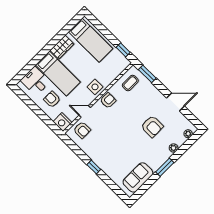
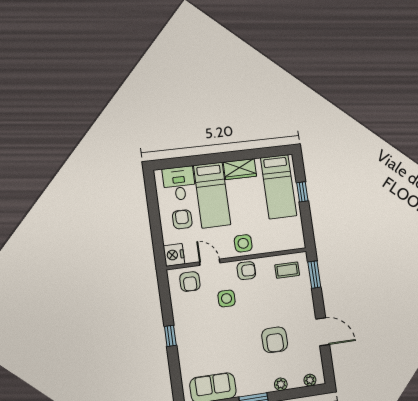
window: (123, 50) -> (302, 192), moved
side table: (109, 124) -> (227, 298), added

